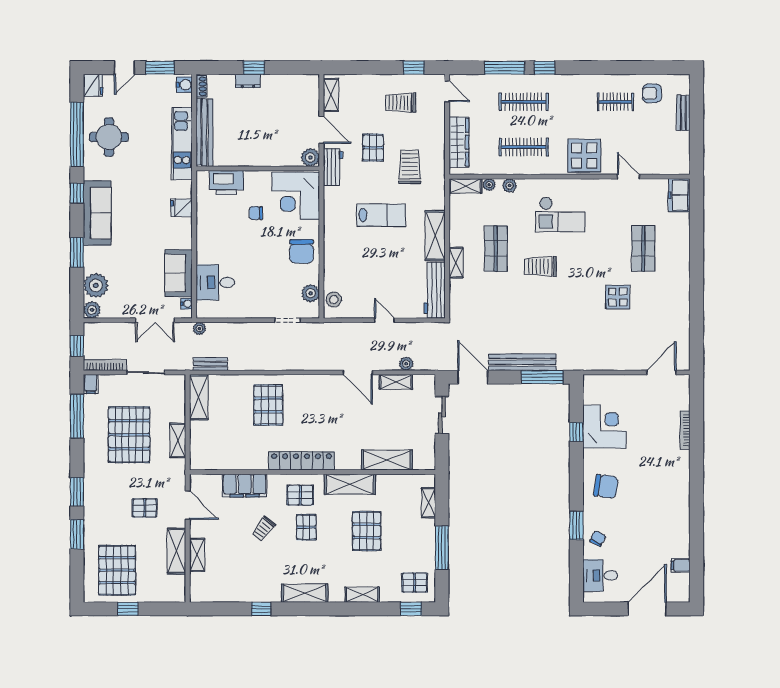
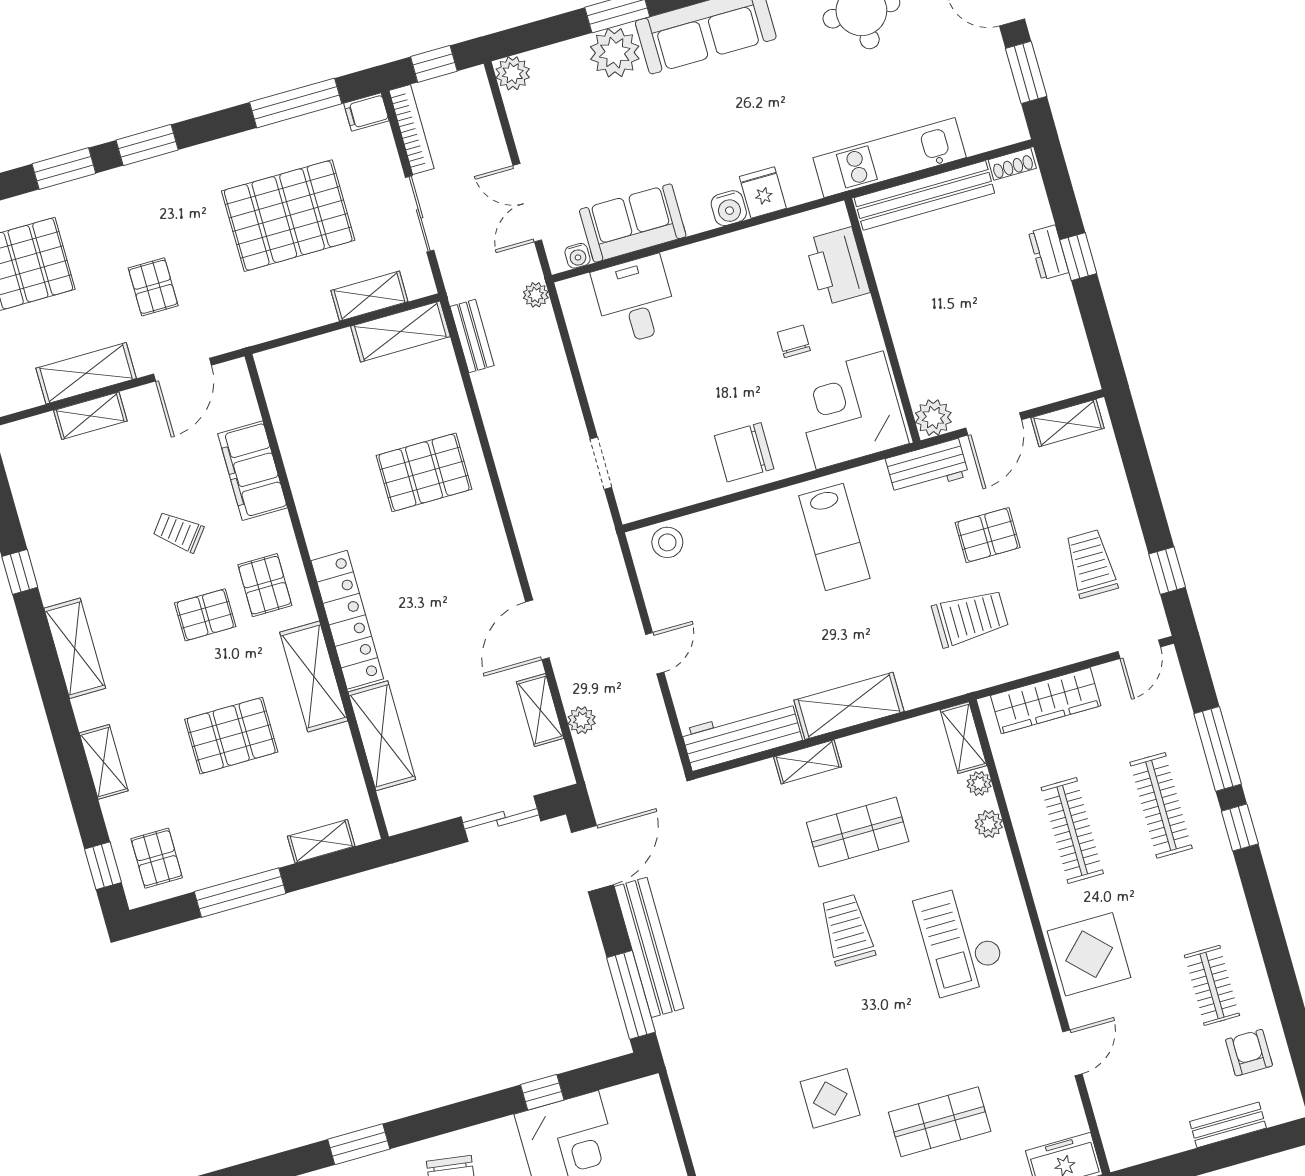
water cooler: (184, 85) -> (729, 208), moved
lab bench: (381, 215) -> (834, 537), moved
plant: (96, 285) -> (615, 53), moved
plant: (311, 293) -> (667, 493), removed
shelving: (178, 441) -> (369, 296), moved
locker: (302, 461) -> (347, 620), moved

